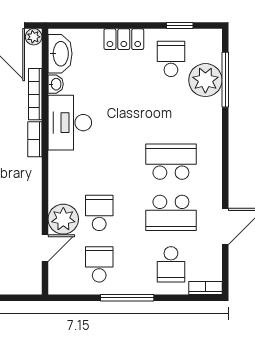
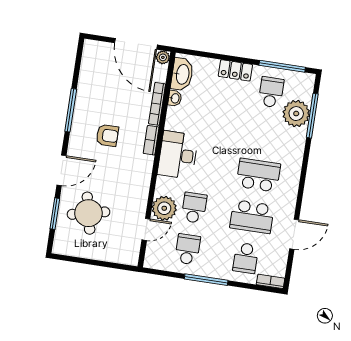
window: (180, 25) -> (282, 66), width x2.17
desk: (70, 123) -> (178, 155), moved

